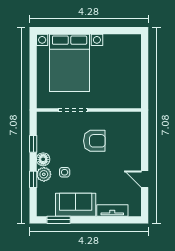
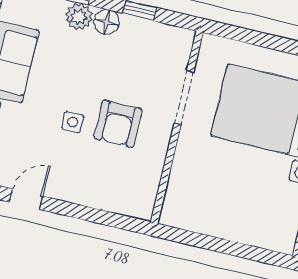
side table: (65, 172) -> (73, 122), moved

